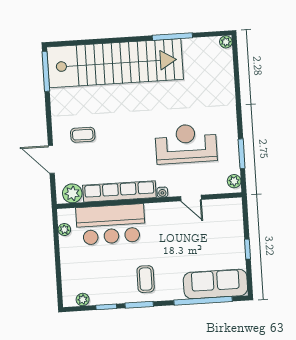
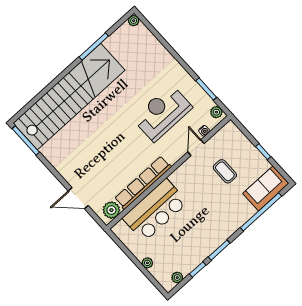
coffee table: (83, 135) -> (86, 164), removed
water cooler: (162, 192) -> (204, 131), moved
door: (191, 198) -> (196, 148), swing flipped
plant: (64, 230) -> (147, 263), moved
coffee table: (146, 279) -> (225, 171), moved
sofa: (215, 284) -> (266, 188), width x0.73

